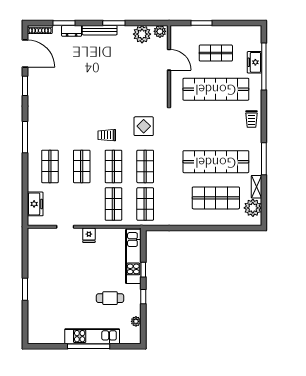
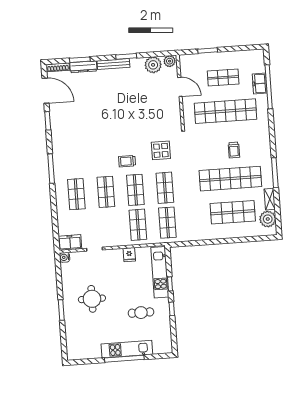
dresser: (72, 31) -> (83, 67), width x1.44
trolley: (251, 119) -> (234, 150), moved
freezer: (35, 204) -> (70, 243), moved, turned -90
water cooler: (33, 233) -> (65, 257), added
fridge: (89, 235) -> (129, 255), moved
round table: (59, 280) -> (92, 299), added
plant: (136, 321) -> (167, 333), removed

